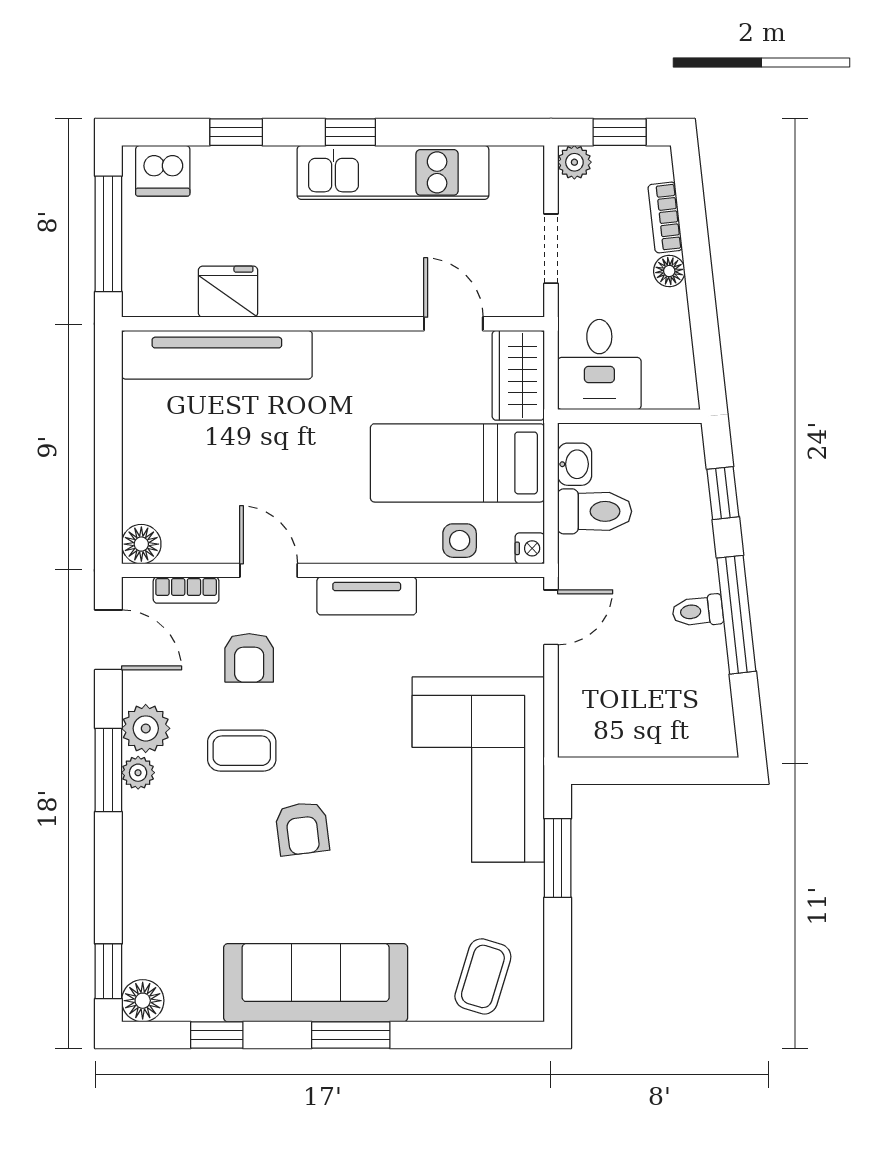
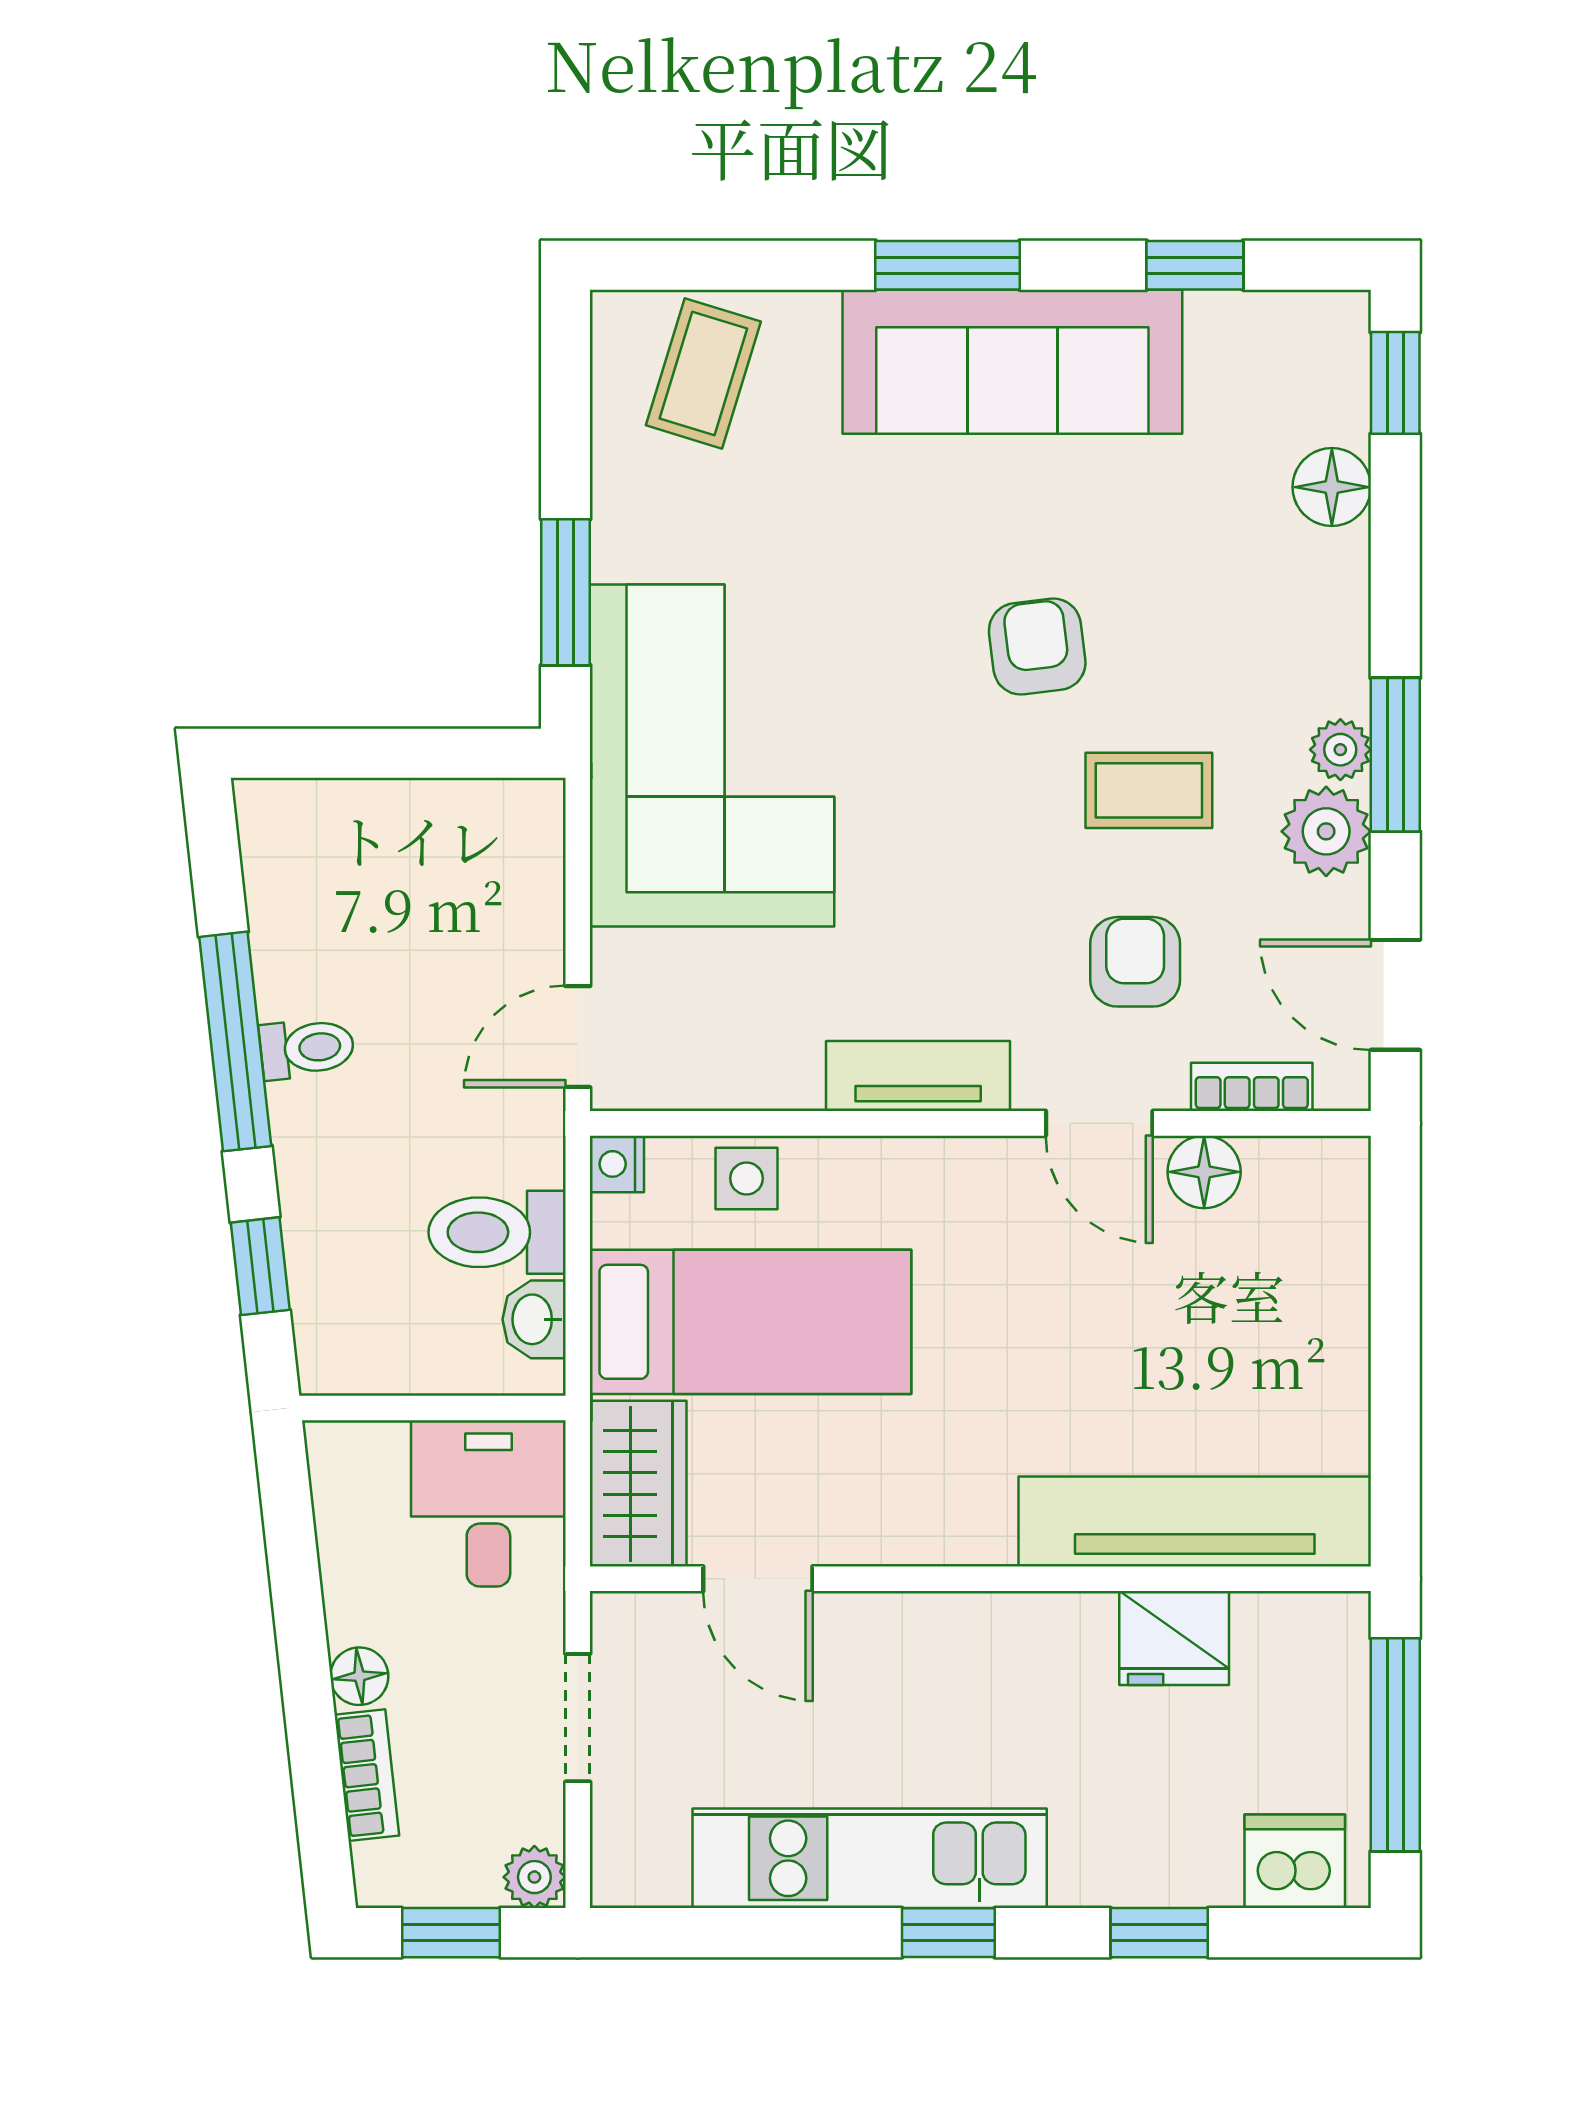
floor lamp: (141, 544) -> (1204, 1172), moved
floor lamp: (143, 1001) -> (1332, 487), moved

